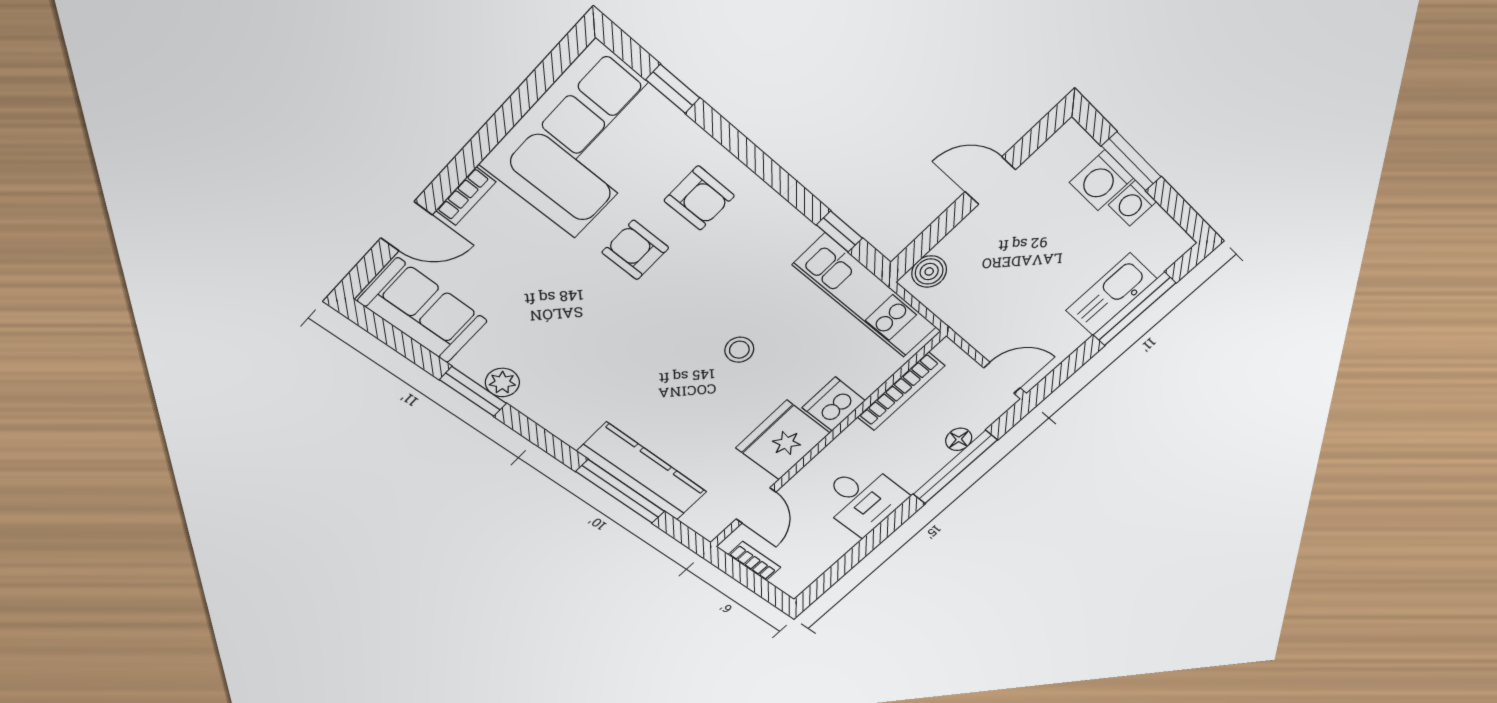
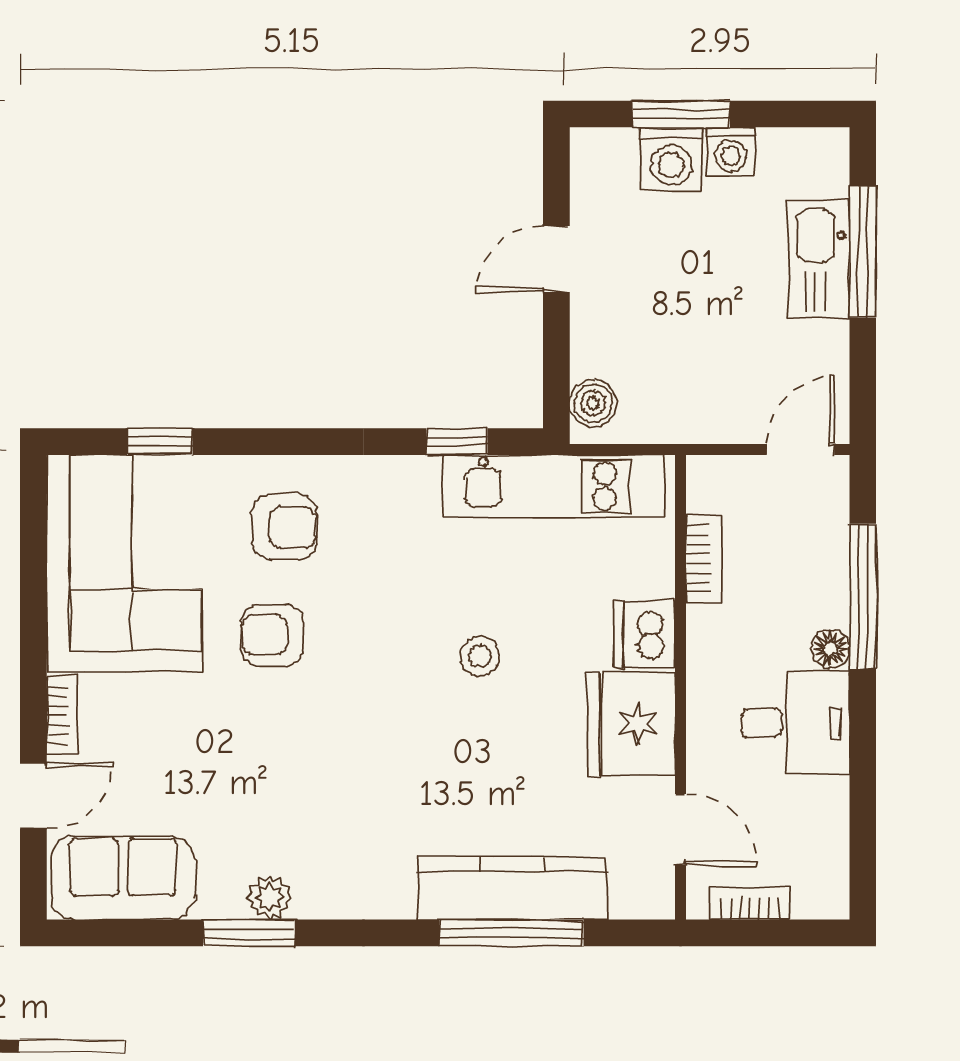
bookcase: (901, 392) -> (704, 559), width x0.64
floor lamp: (959, 439) -> (830, 649), moved

